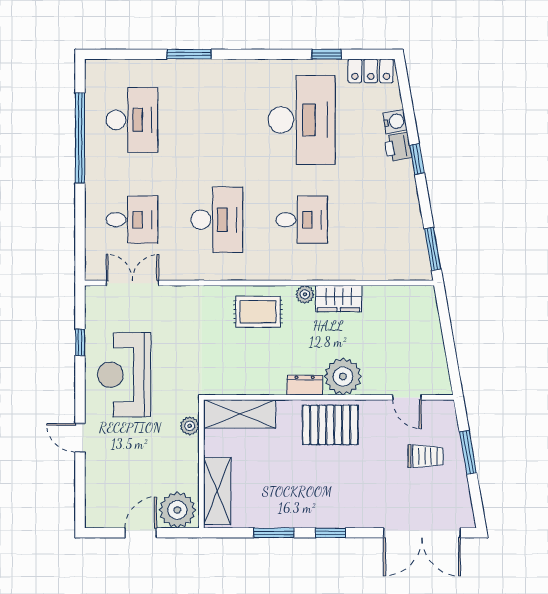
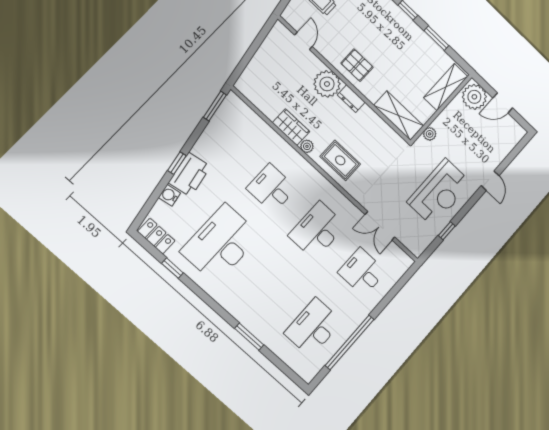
printer: (398, 147) -> (190, 175), width x1.87, depth x1.48
double door: (132, 283) -> (380, 226), moved
pallet: (330, 425) -> (357, 65), width x0.67, depth x0.71

